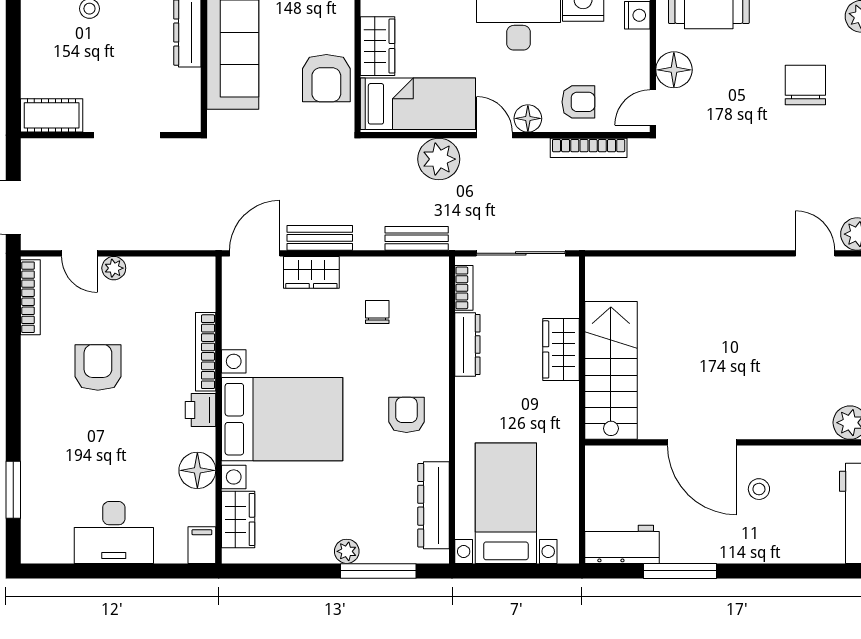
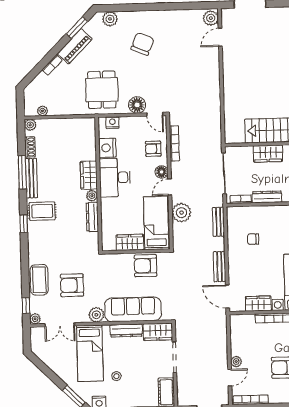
armchair: (326, 78) -> (145, 266), turned 180
chair: (805, 85) -> (142, 44), turned 113
wardrobe: (183, 101) -> (158, 332), added
armchair: (578, 102) -> (153, 149), turned -90
wardrobe: (311, 272) -> (258, 304), moved, turned -90

